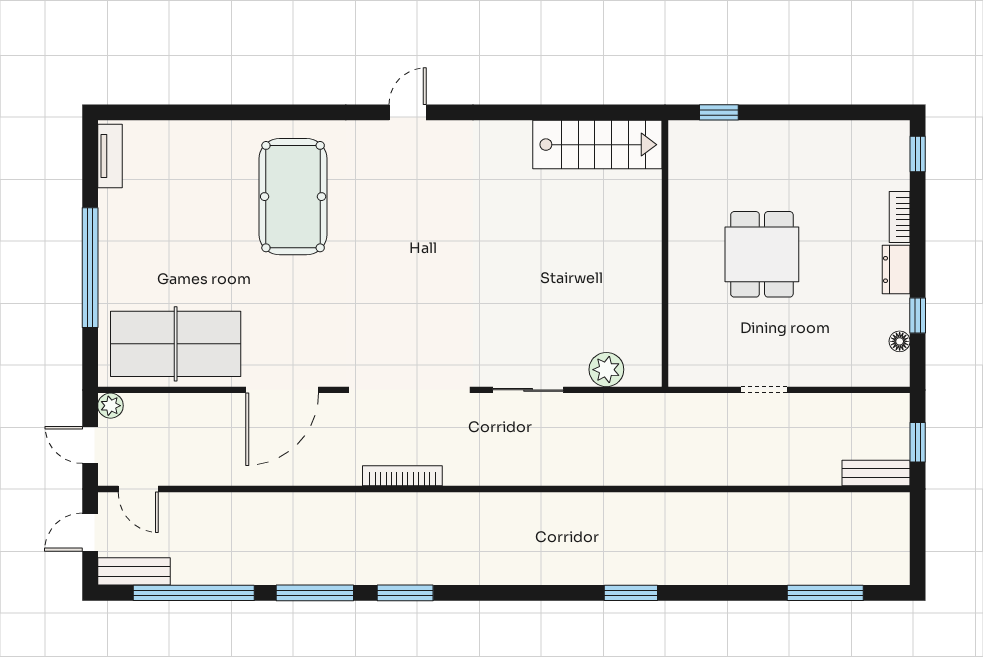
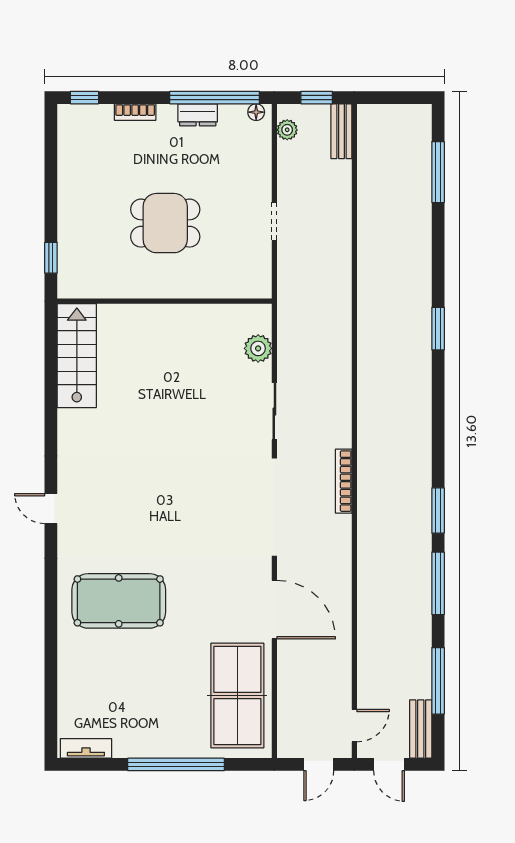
dresser: (896, 270) -> (198, 115), moved
window: (918, 316) -> (215, 98), width x3.17
floor lamp: (900, 341) -> (256, 112), moved
plant: (110, 406) -> (287, 130), moved
bookcase: (402, 476) -> (344, 481), moved
window: (194, 593) -> (438, 681), width x0.68

